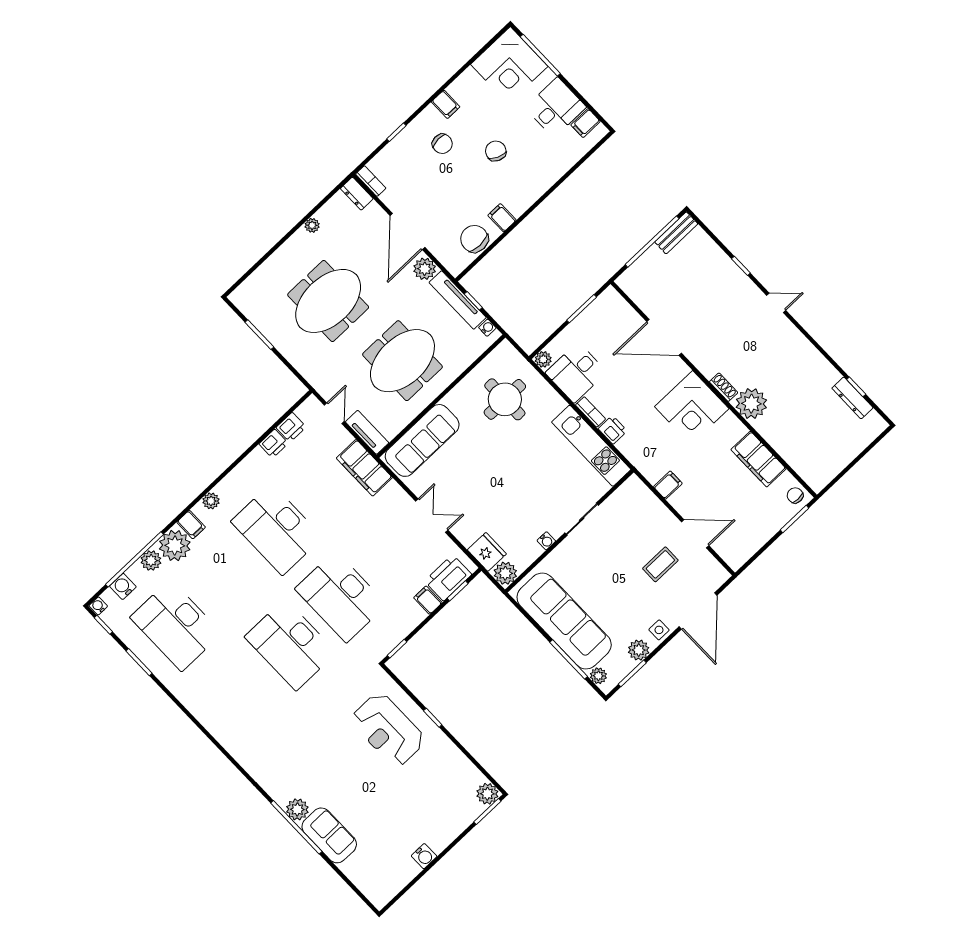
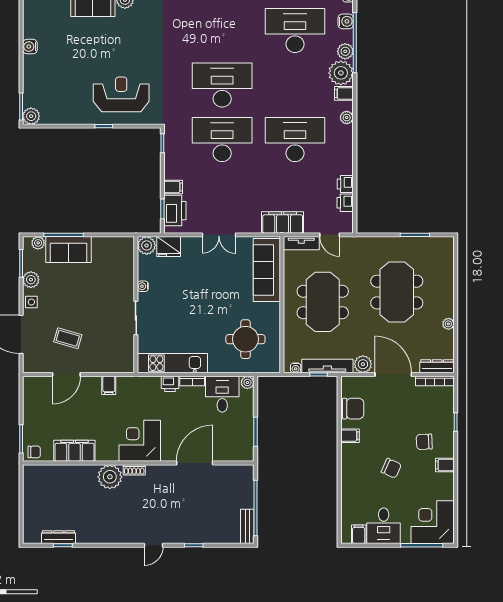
bookcase: (371, 181) -> (435, 381), width x1.56
dresser: (357, 194) -> (437, 366), width x1.44
coffee table: (660, 564) -> (68, 338), turned -74
sofa: (564, 621) -> (68, 249), width x0.54, depth x0.79

